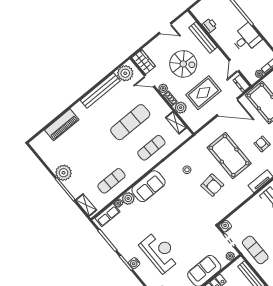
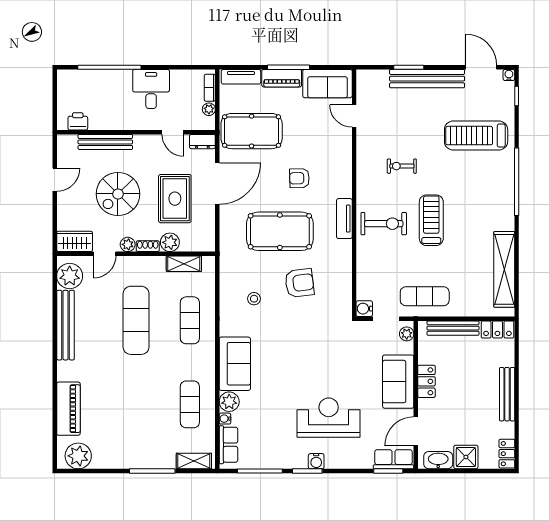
printer: (210, 26) -> (78, 121), moved
spiral stairs: (183, 64) -> (118, 194), turned 180
plant: (64, 173) -> (78, 456), moved

